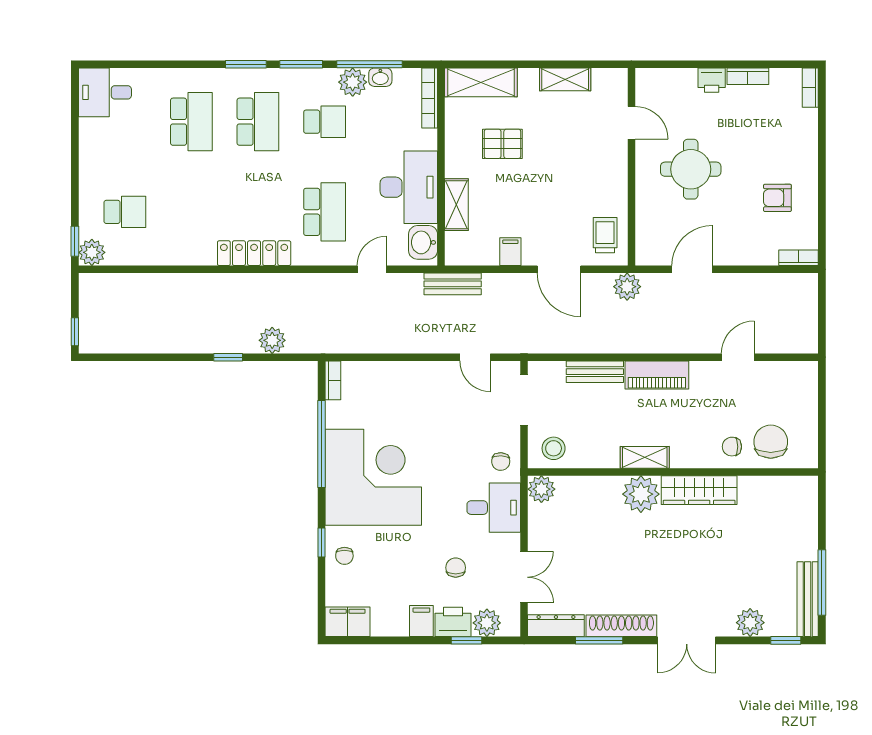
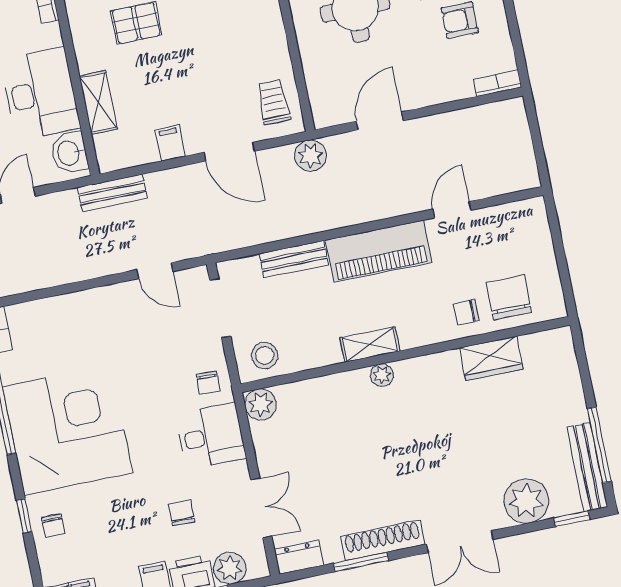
piano: (657, 375) -> (379, 251), width x1.37, depth x1.33
wardrobe: (699, 490) -> (491, 358), moved, width x0.67
plant: (641, 494) -> (382, 375), width x0.53, depth x0.53
plant: (750, 623) -> (526, 501), width x1.36, depth x1.36
dresser: (556, 626) -> (299, 557), width x0.70

